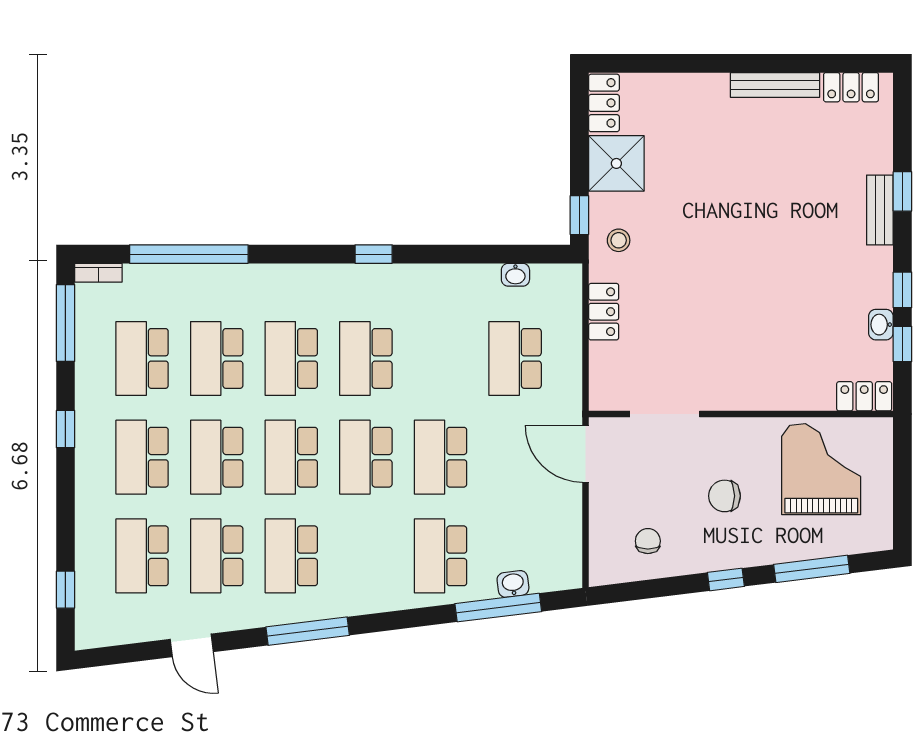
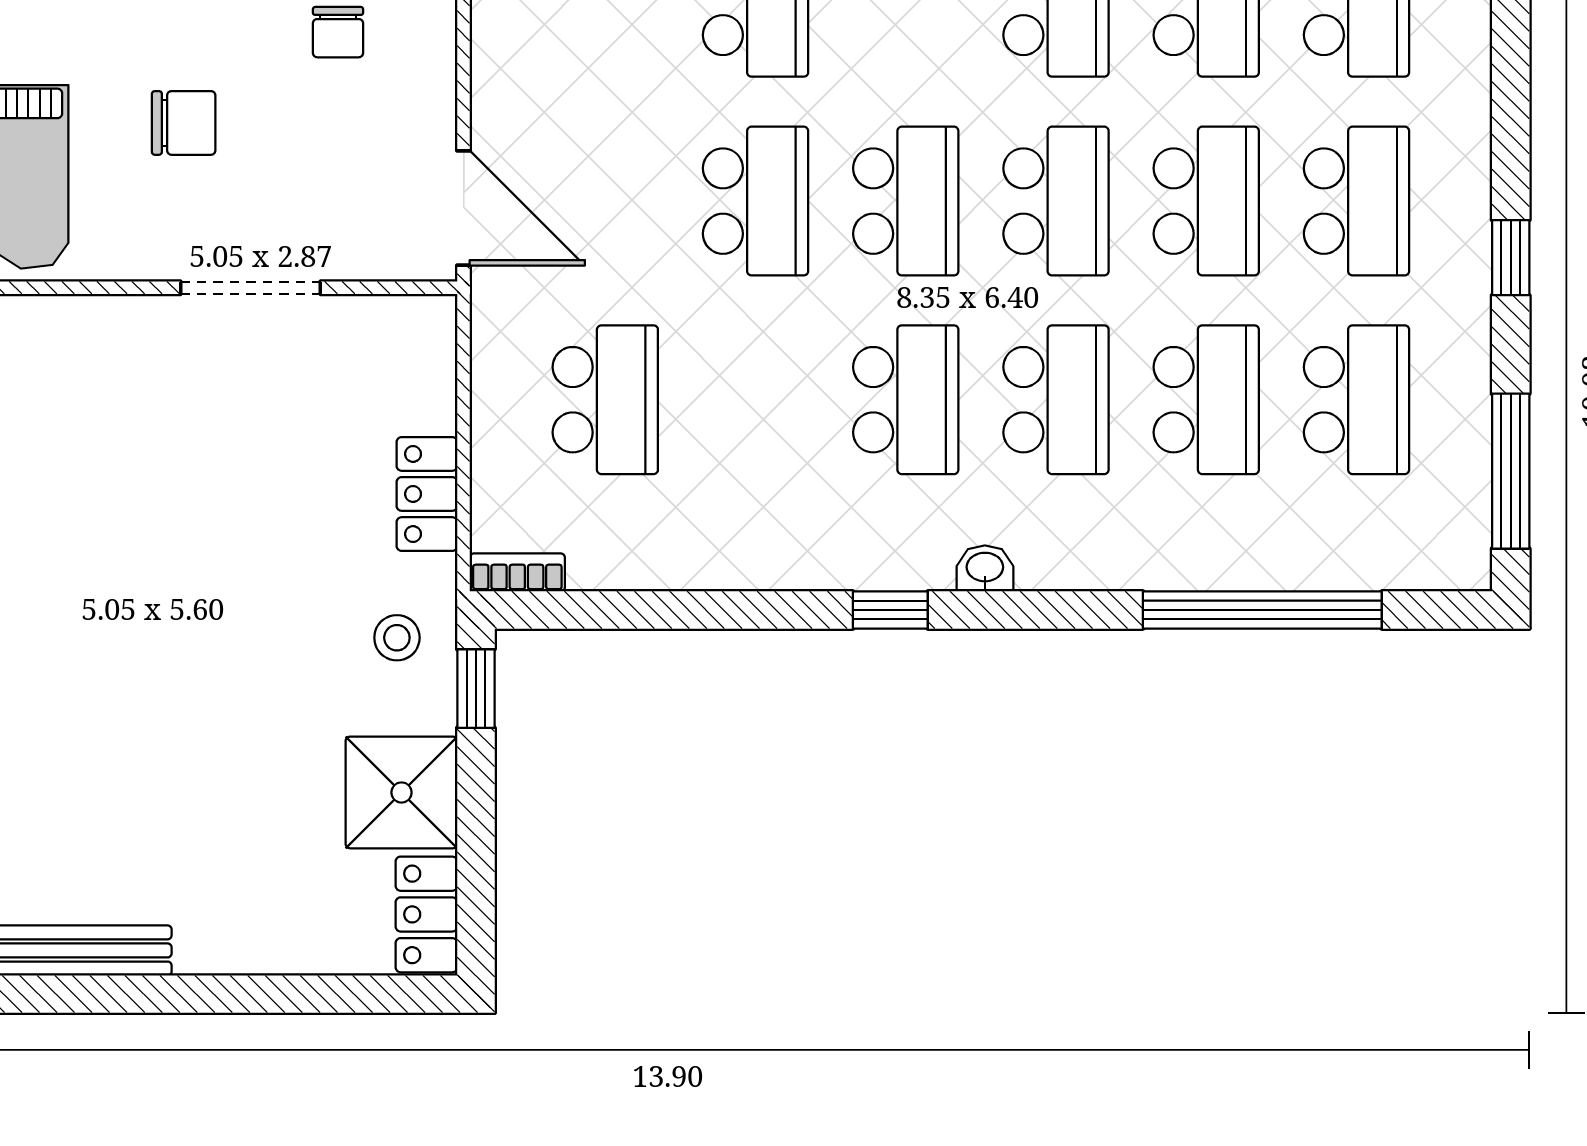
bookcase: (98, 273) -> (517, 572), moved
washbasin: (515, 275) -> (985, 568), moved
doorway: (665, 414) -> (251, 288), moved

